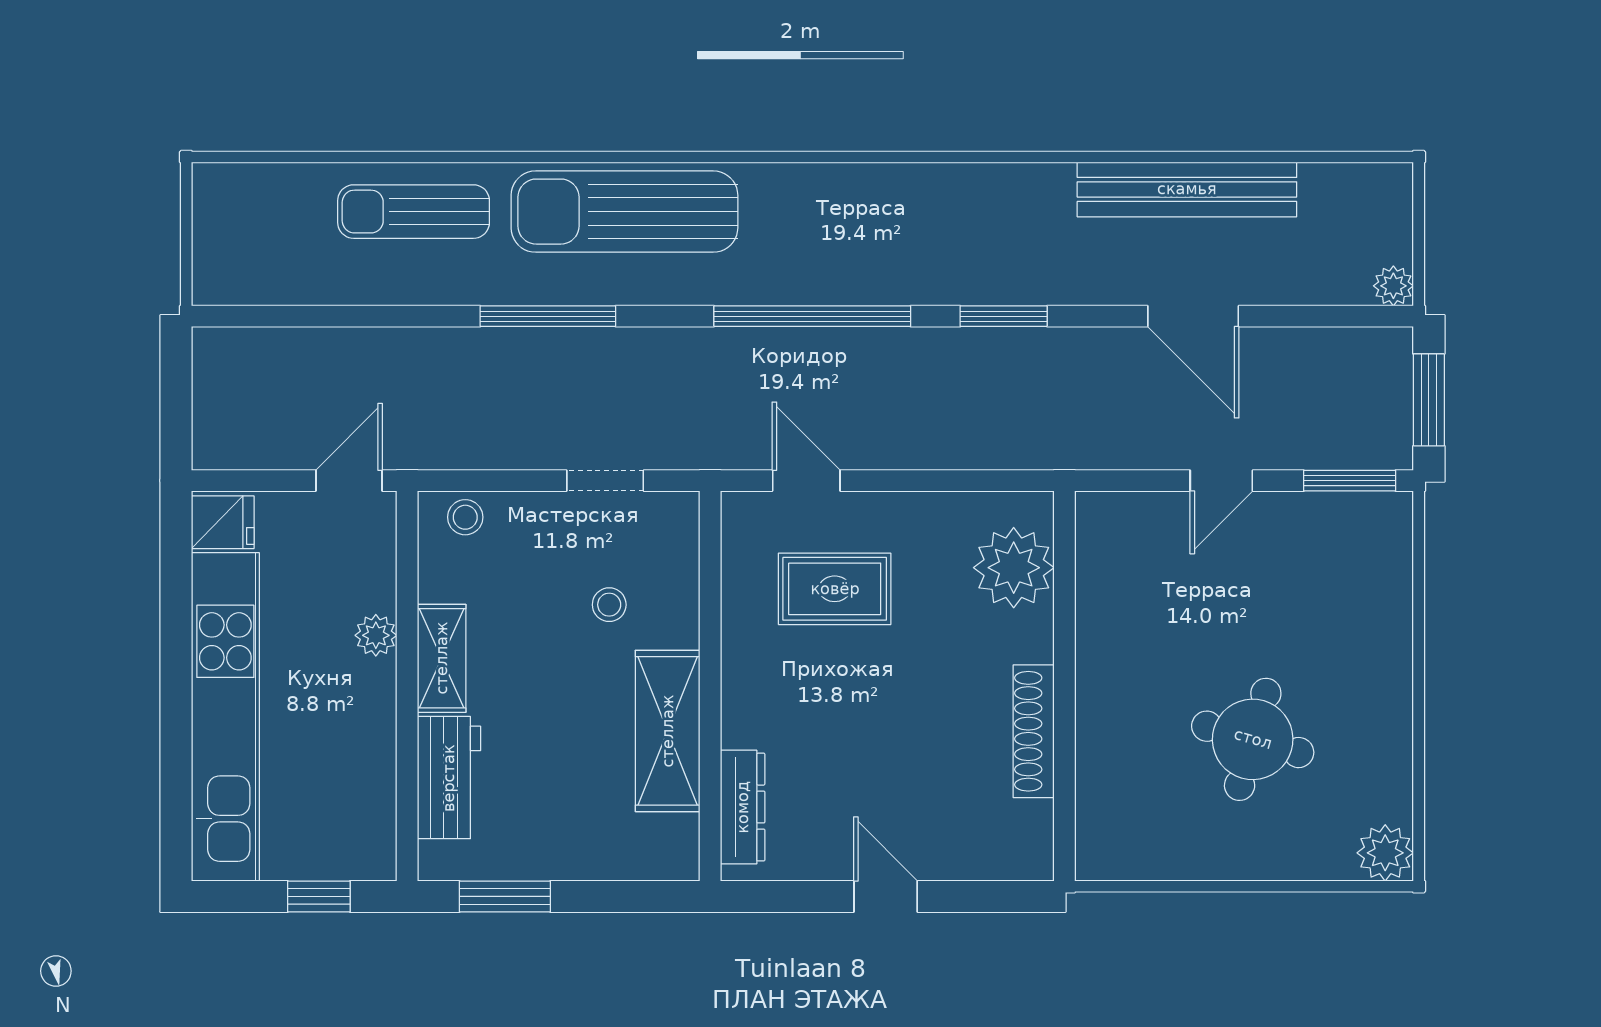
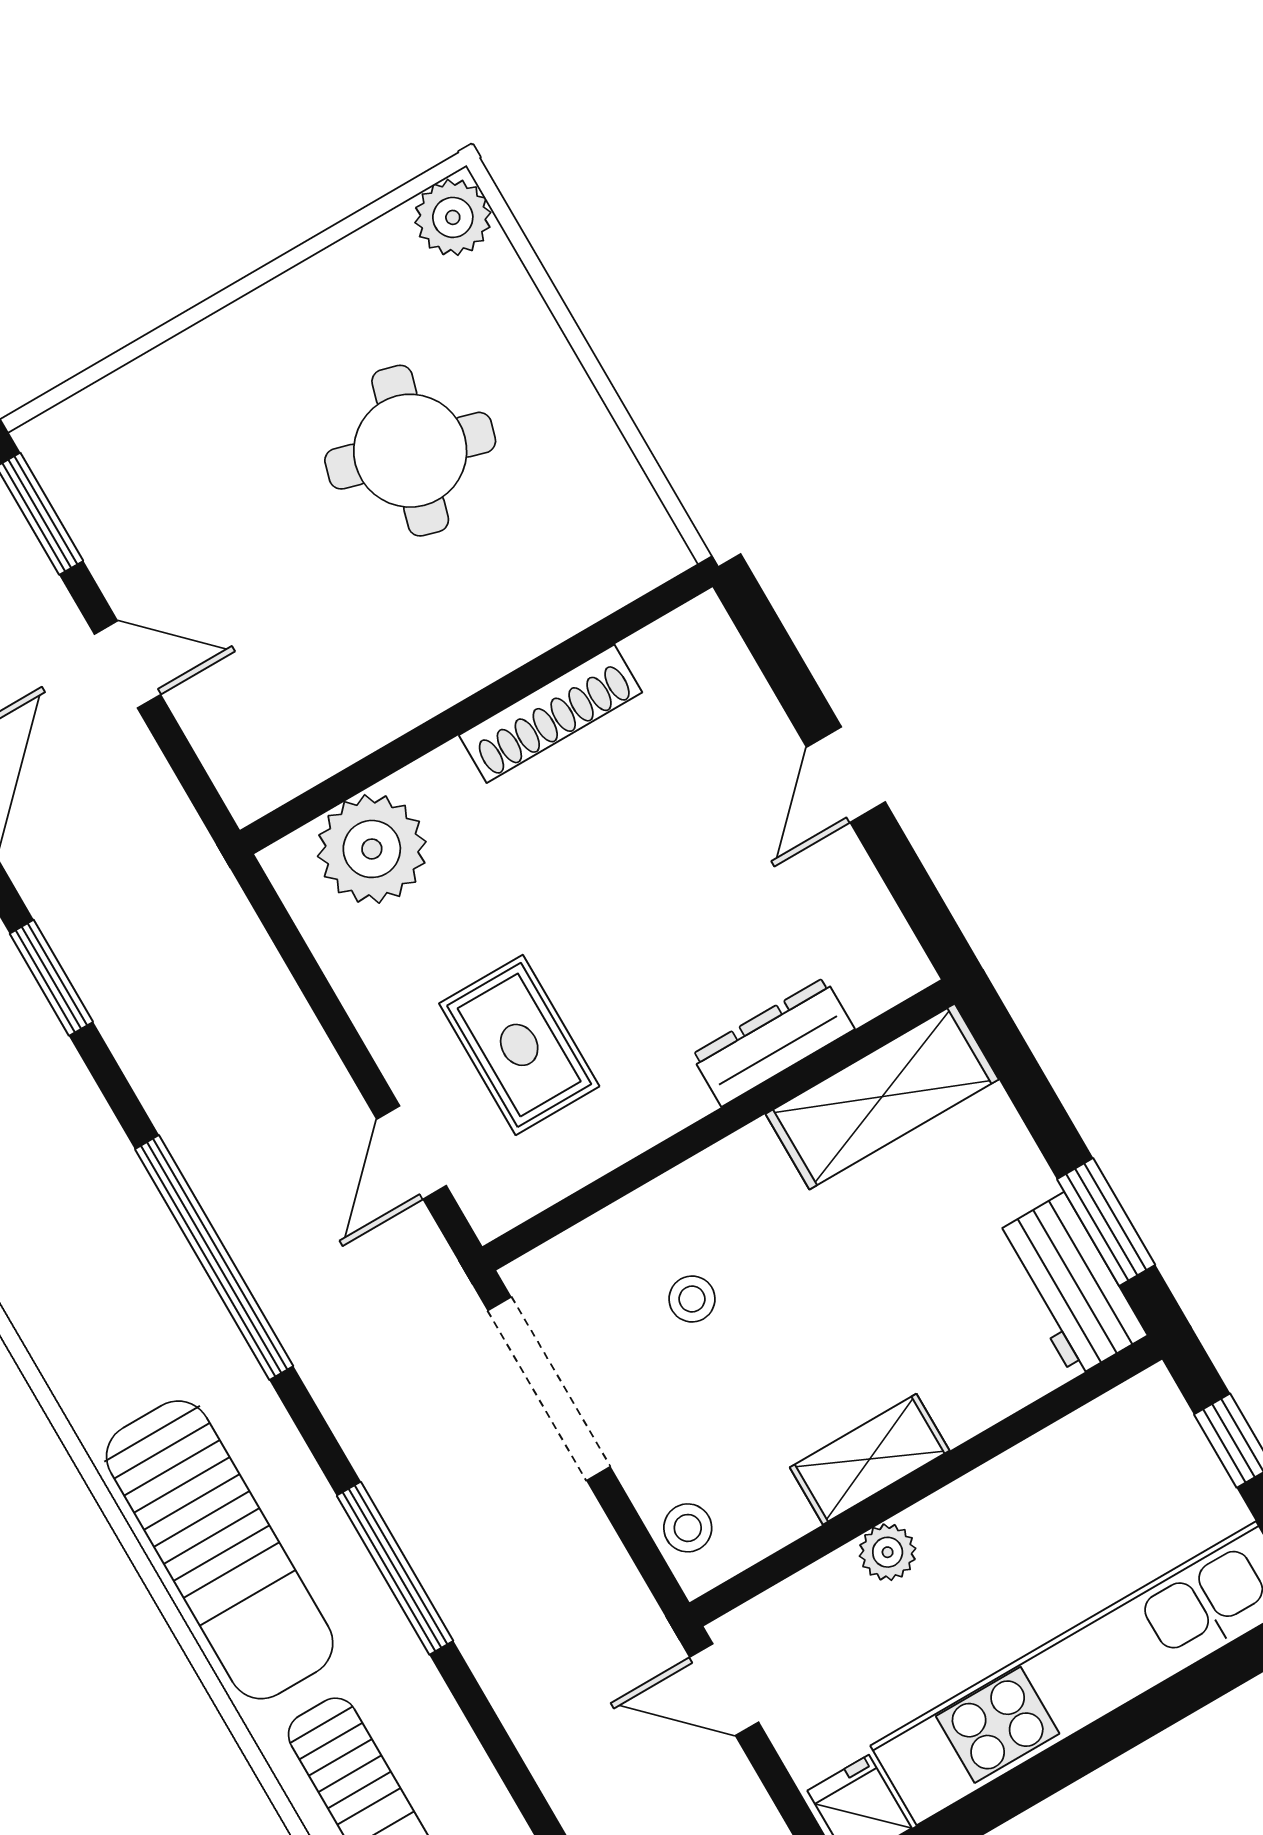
window: (1004, 316) -> (51, 978), moved
doorway: (605, 481) -> (549, 1389), width x1.88
shelving: (668, 731) -> (882, 1097), moved
workbench: (449, 778) -> (1069, 1285), moved, turned -90
dresser: (743, 807) -> (773, 1042), moved

